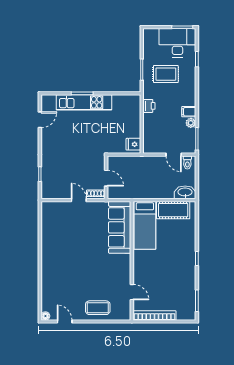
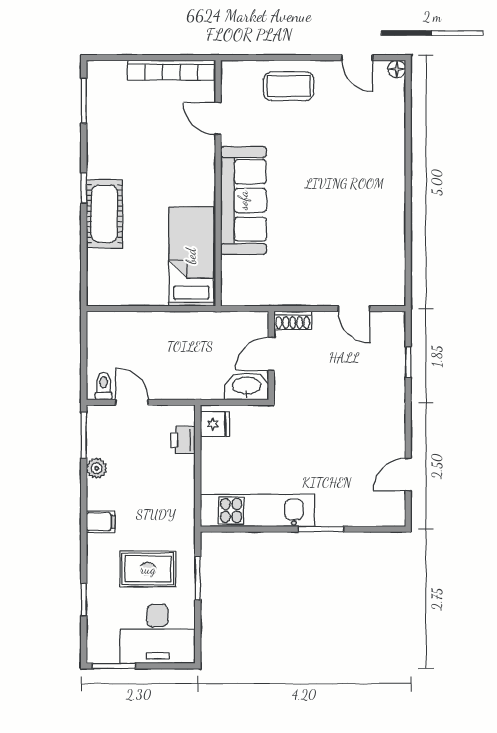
desk: (177, 43) -> (158, 634), moved
kitchen unit: (84, 102) -> (257, 510), moved
printer: (149, 106) -> (183, 440), moved
filing cabinet: (189, 112) -> (101, 522), moved
door: (106, 178) -> (271, 354), hinge flipped
washbasin: (185, 192) -> (247, 386), moved, turned 180
door: (79, 200) -> (354, 309), moved
cot: (173, 210) -> (104, 214), moved, turned 90
sofa: (120, 227) -> (243, 200), moved

